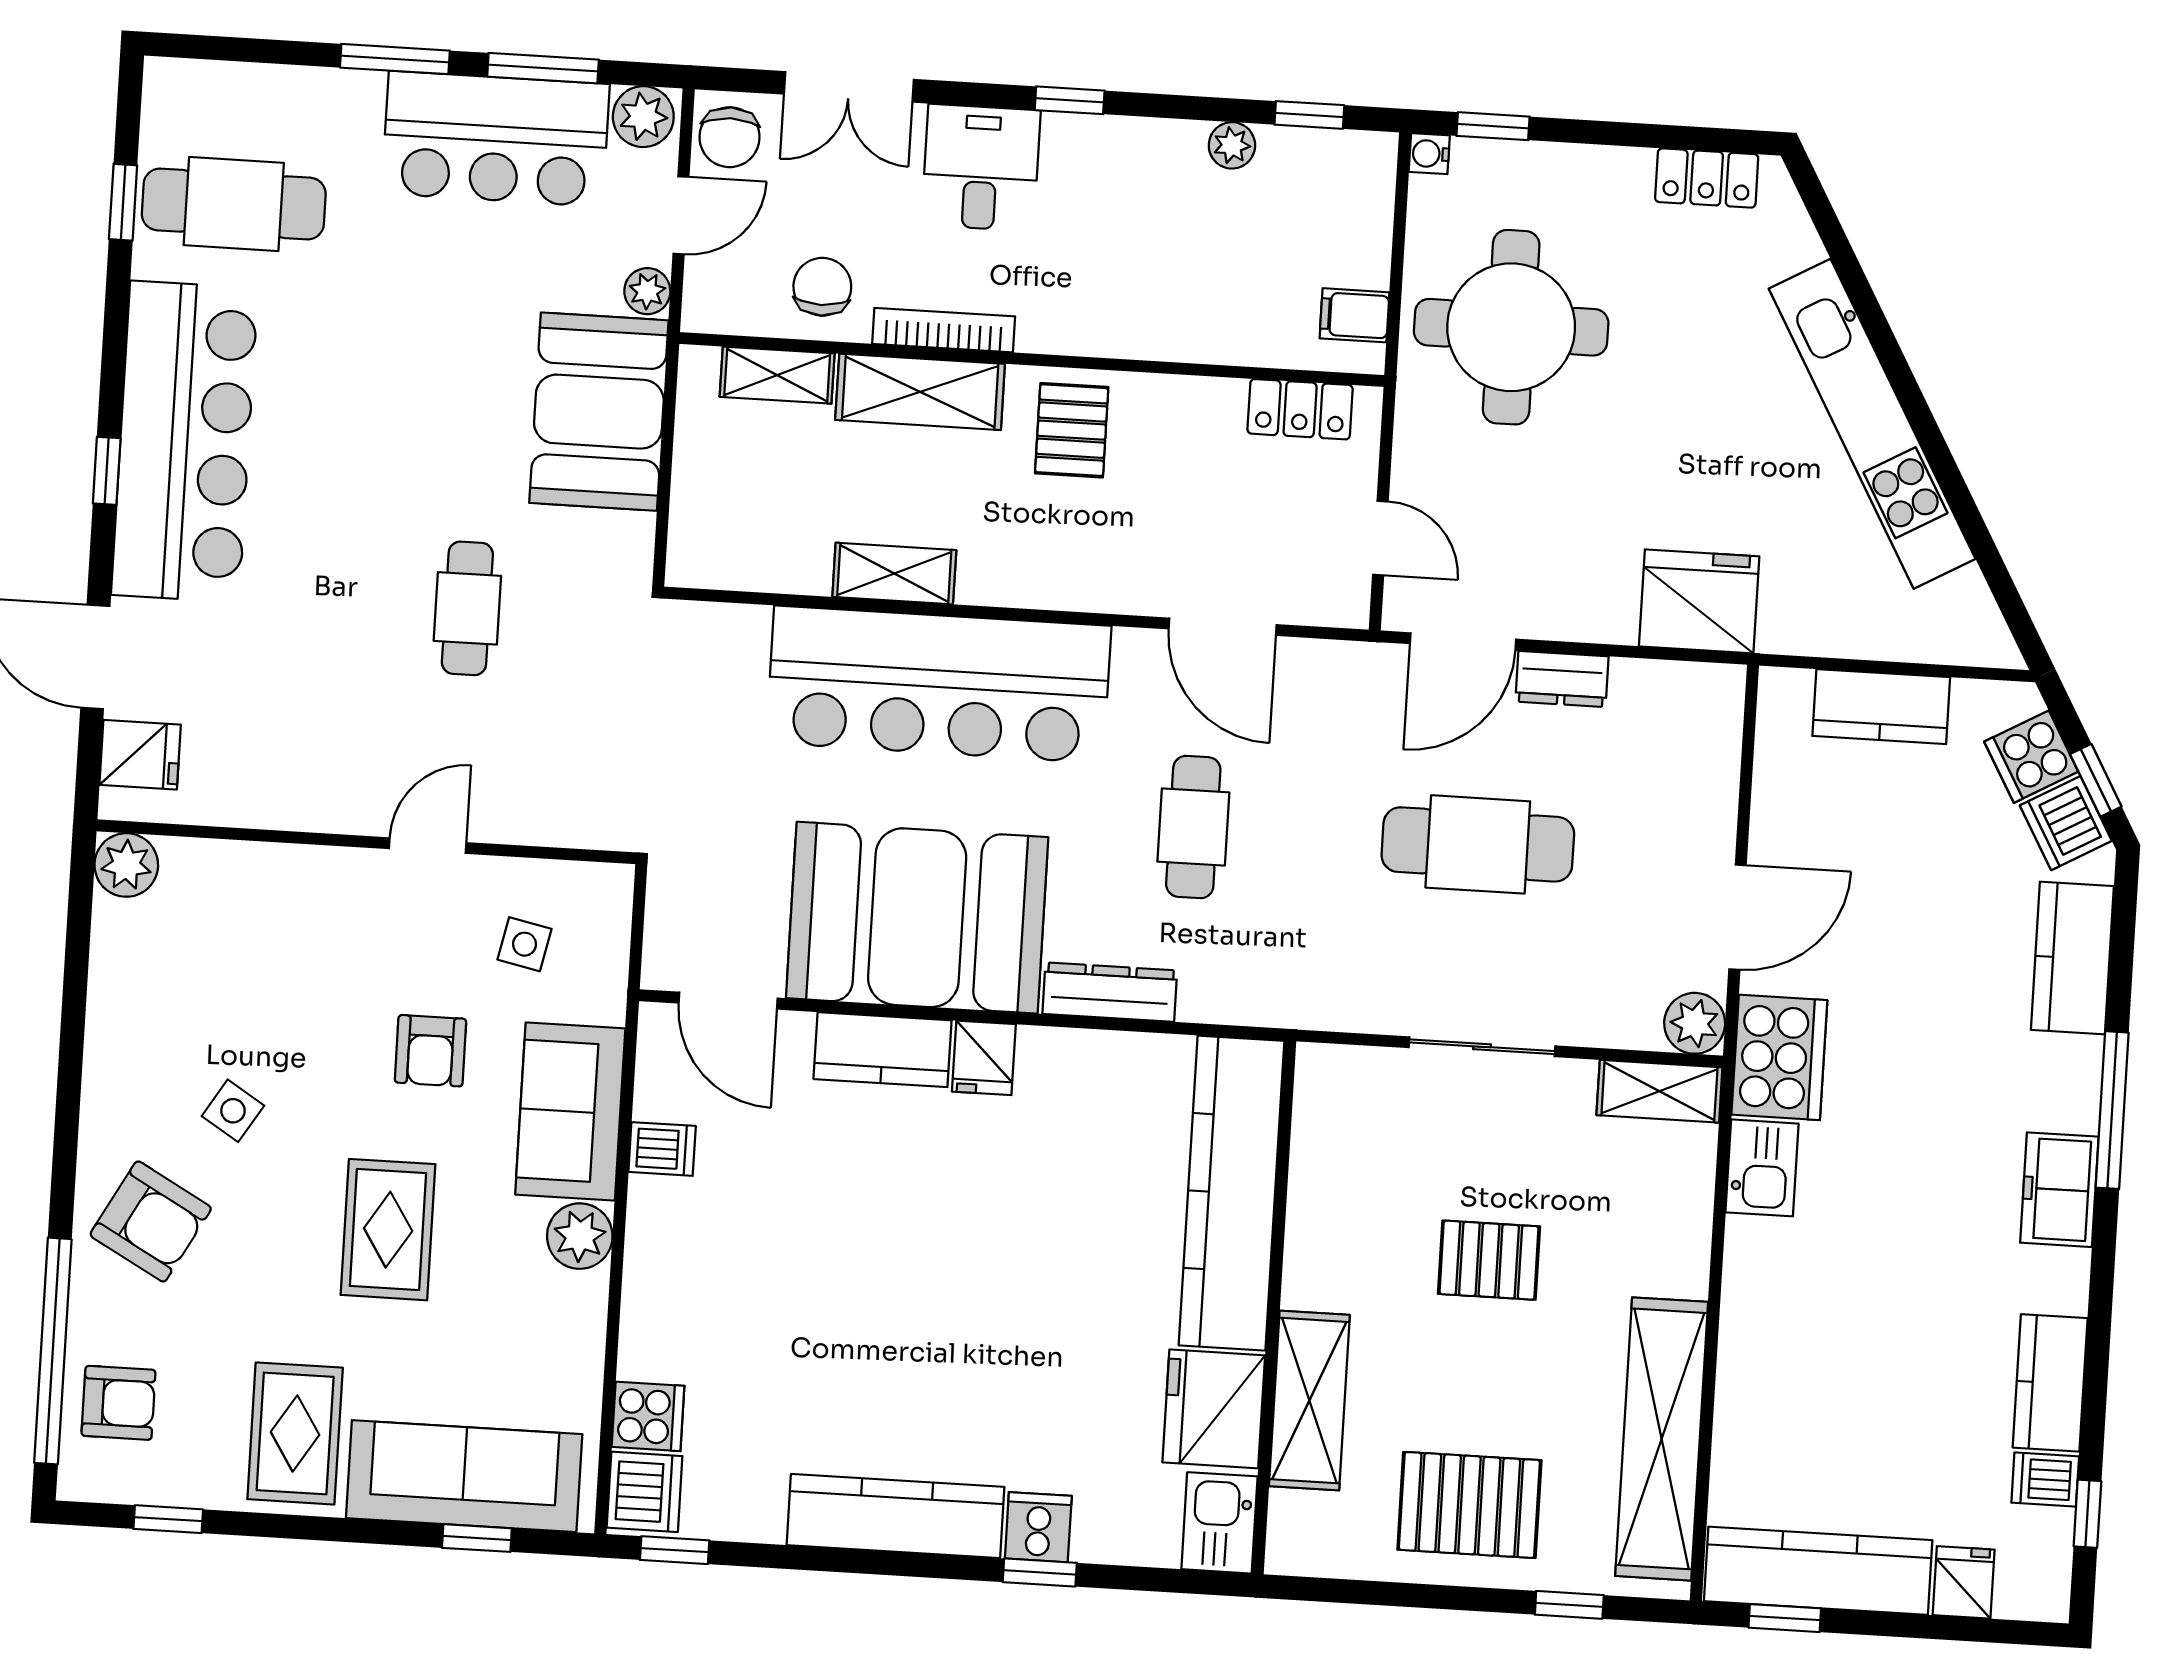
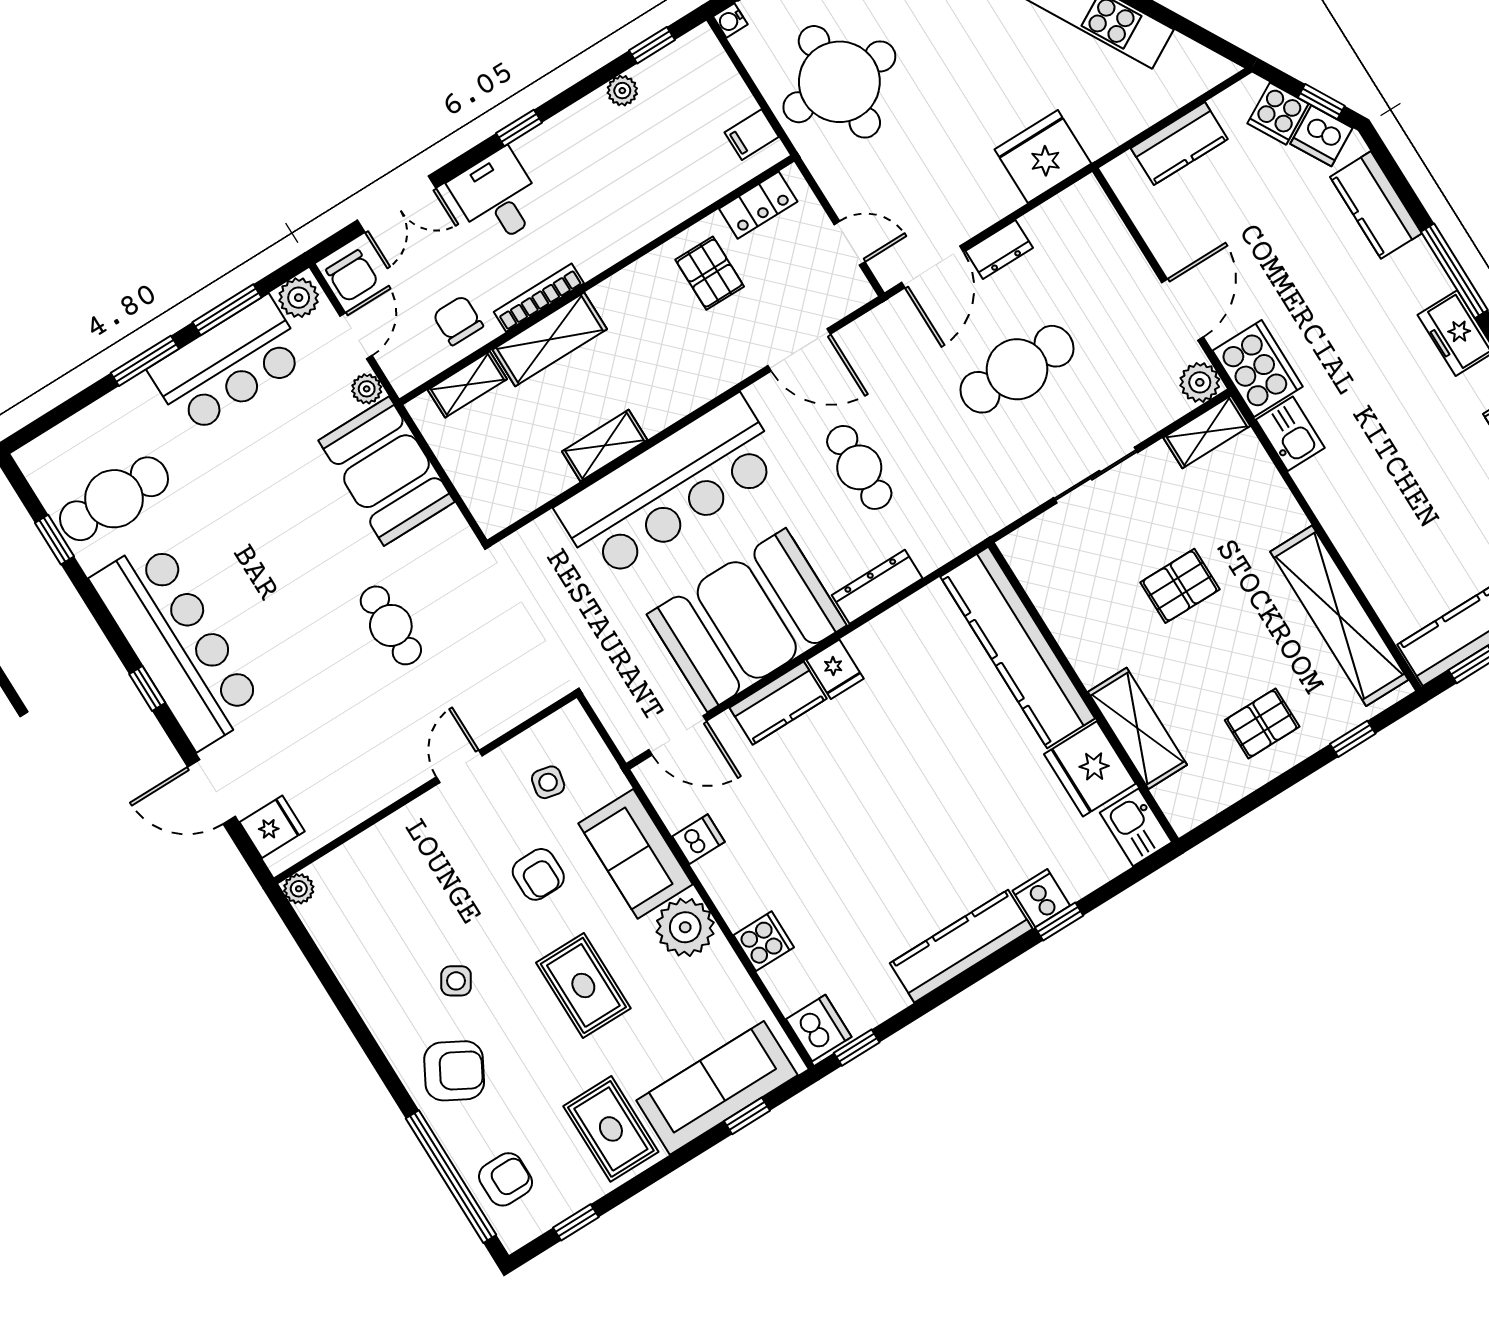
pallet: (1072, 430) -> (710, 273), moved
plant: (126, 865) -> (299, 889), width x0.73, depth x0.73
plant: (580, 1236) -> (685, 927), width x1.36, depth x1.36
cooker: (648, 1416) -> (764, 941), moved
pallet: (1469, 1505) -> (1262, 723), width x0.67, depth x0.71

